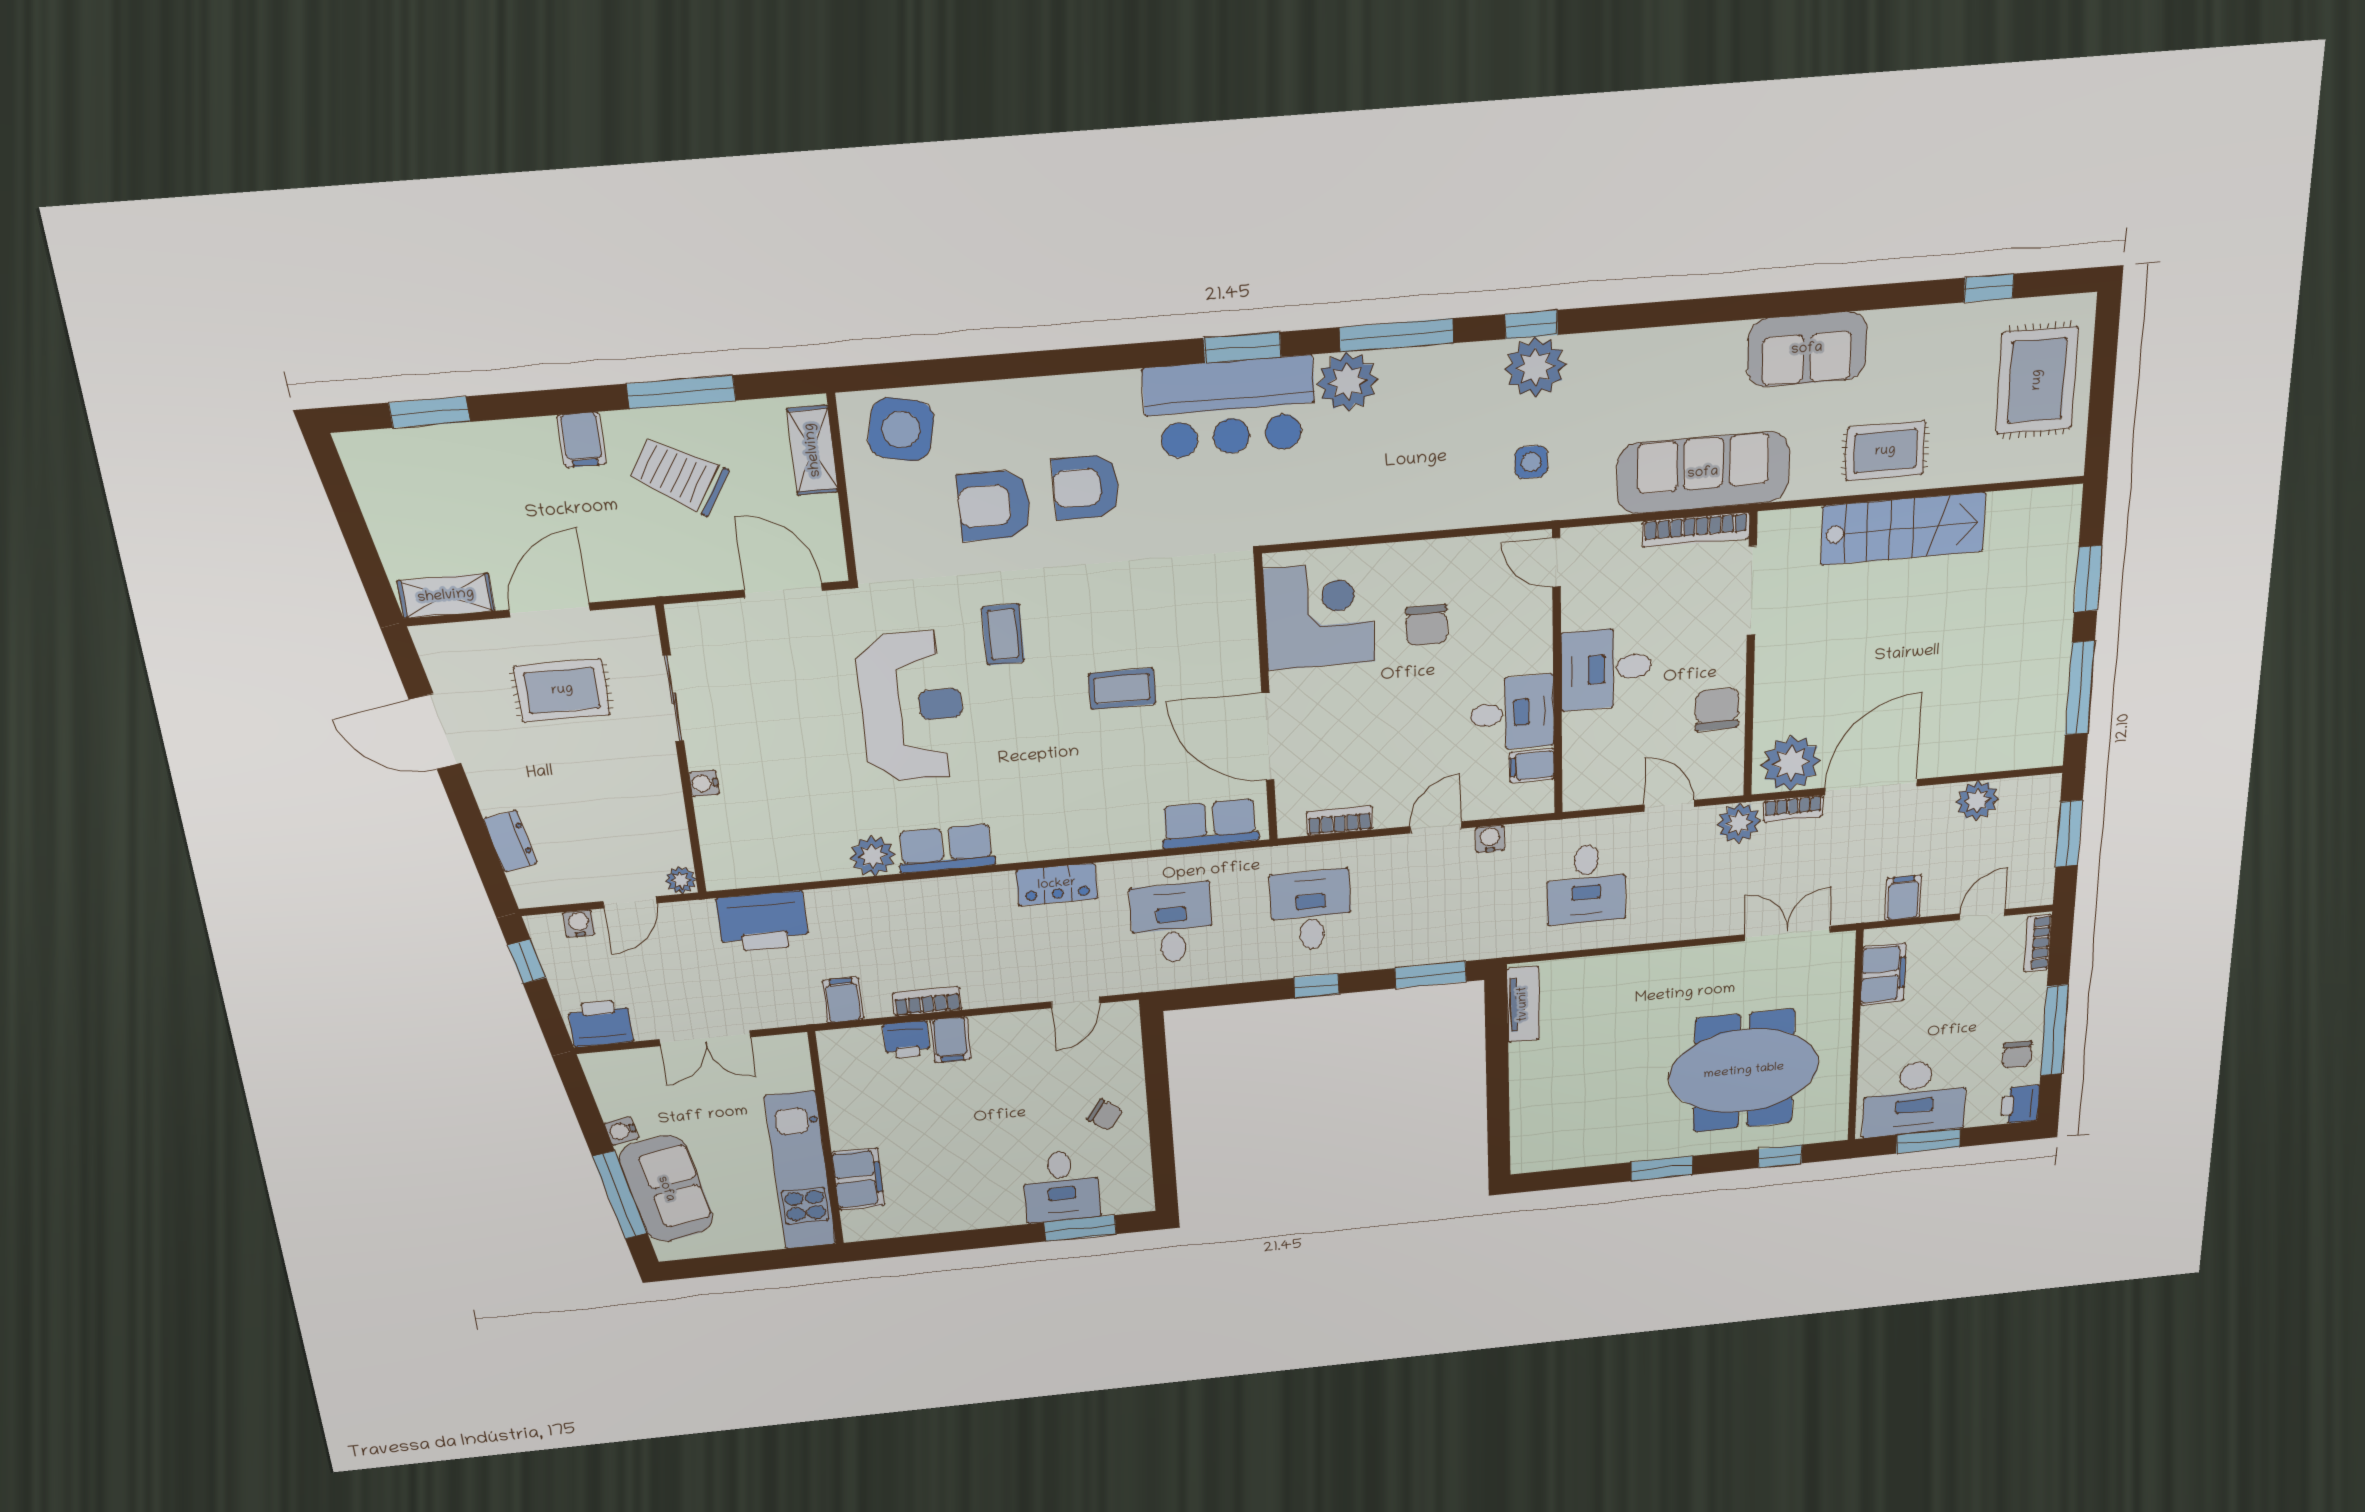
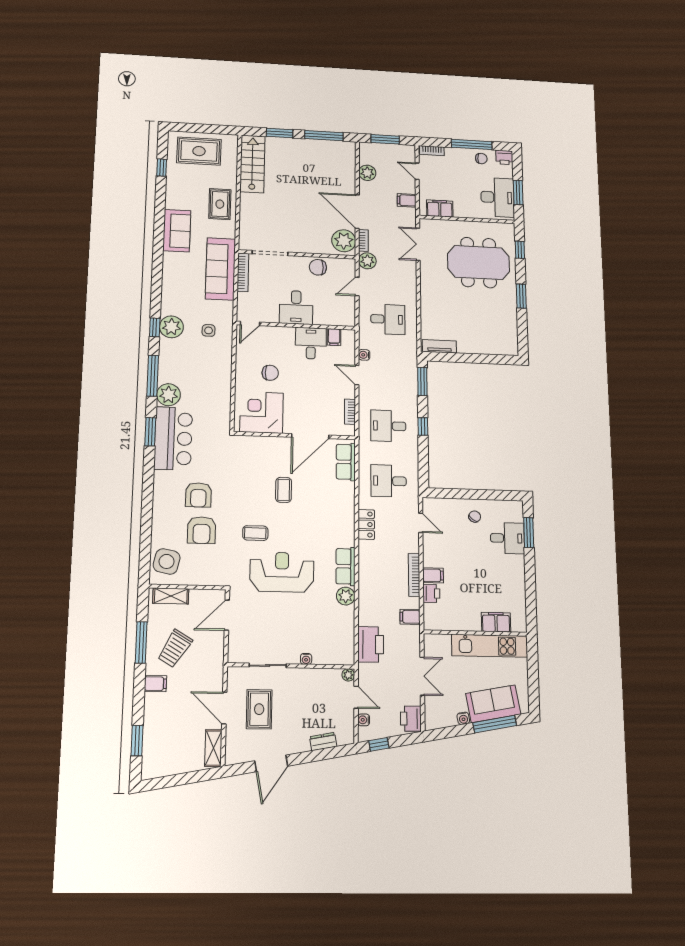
stairs: (1903, 529) -> (252, 164), moved
bookcase: (927, 1001) -> (414, 575), width x1.56
meeting table: (1744, 1071) -> (479, 263), turned 90

